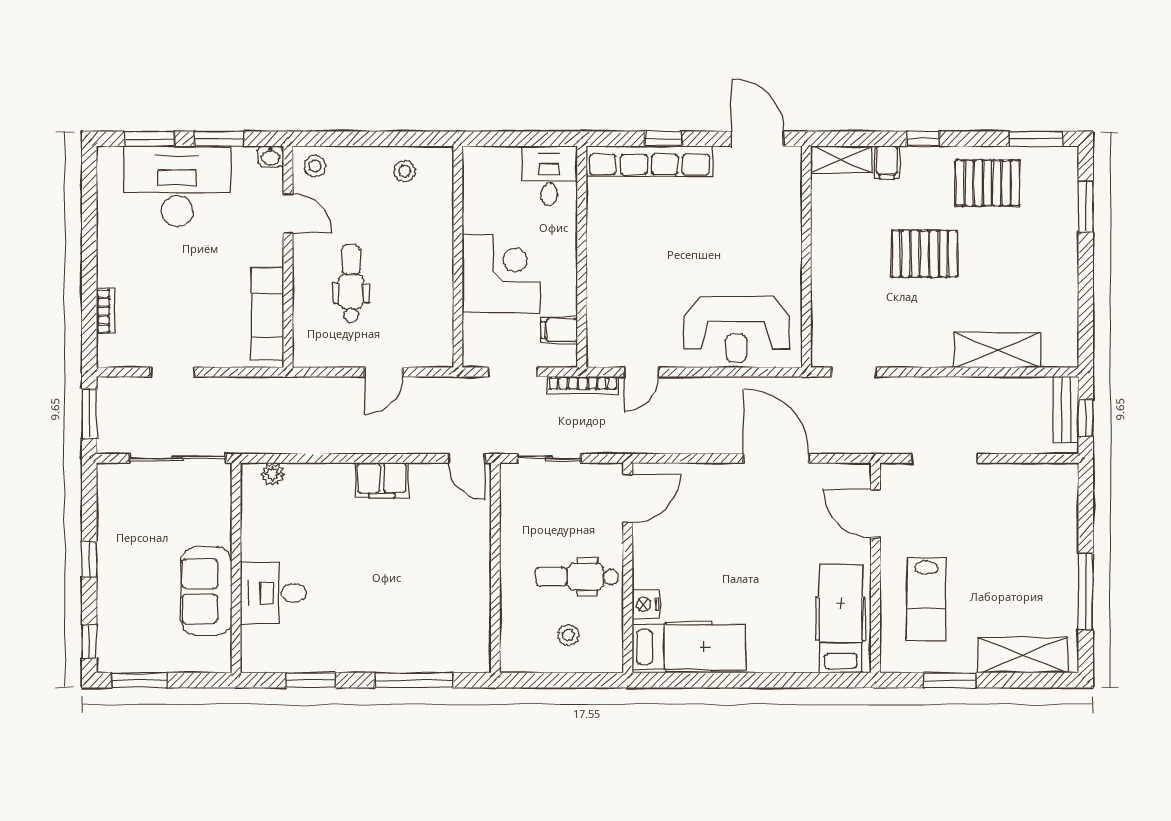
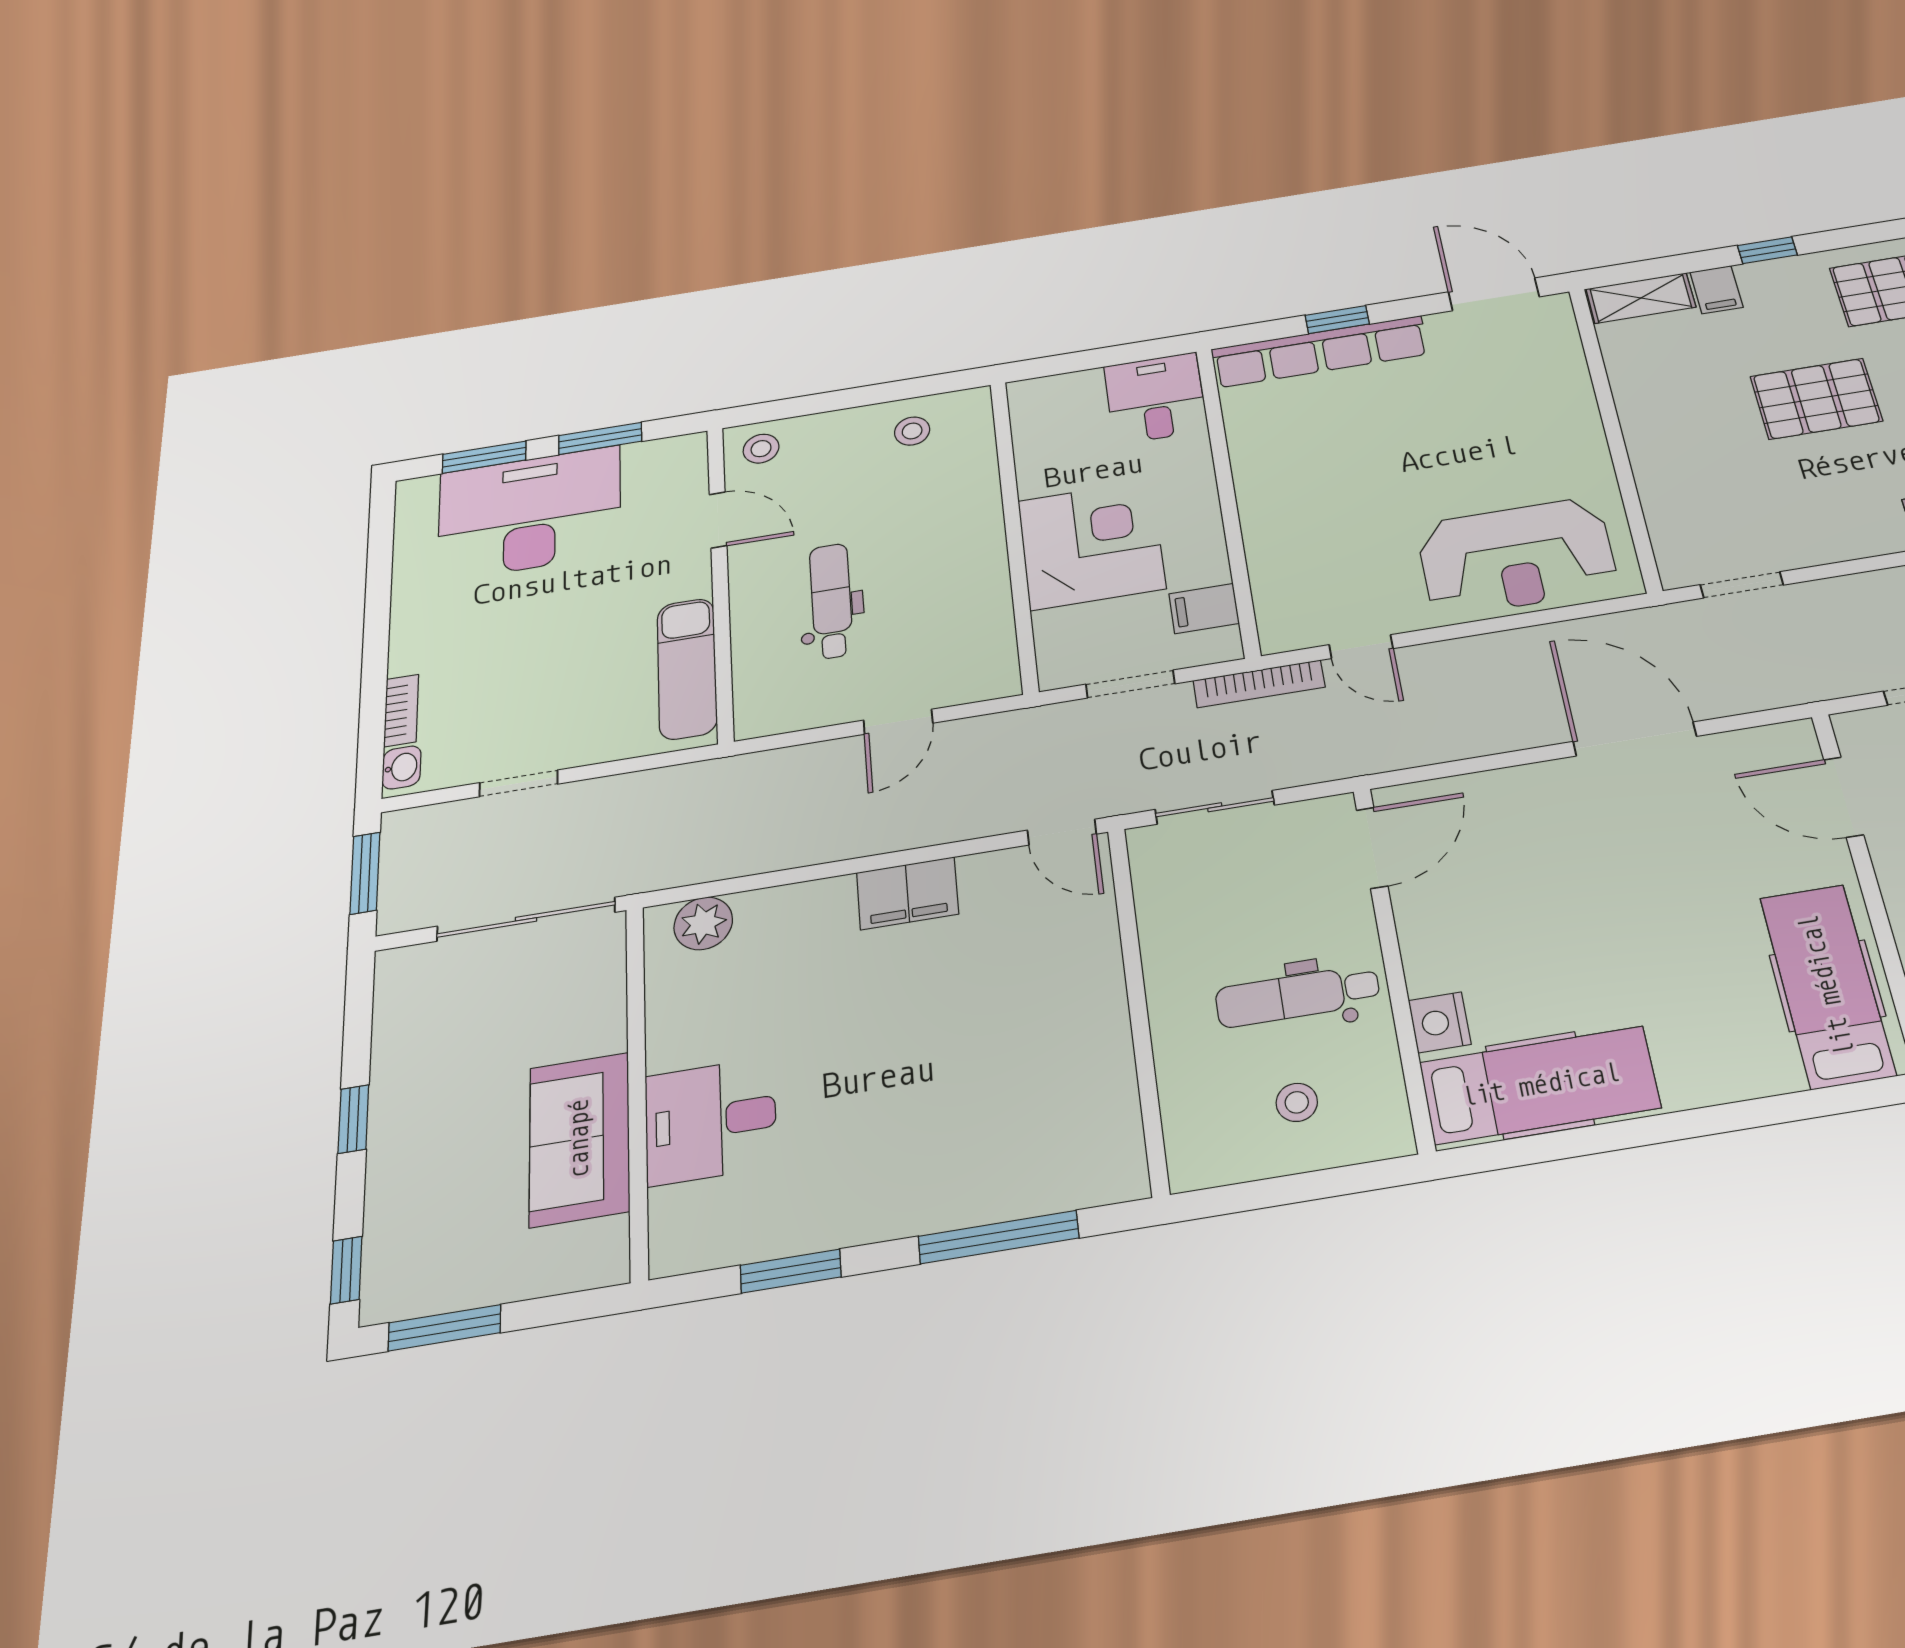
washbasin: (271, 157) -> (402, 767), moved, turned -90
door: (641, 372) -> (1361, 647), hinge flipped
plant: (273, 474) -> (703, 923), width x1.38, depth x1.38

